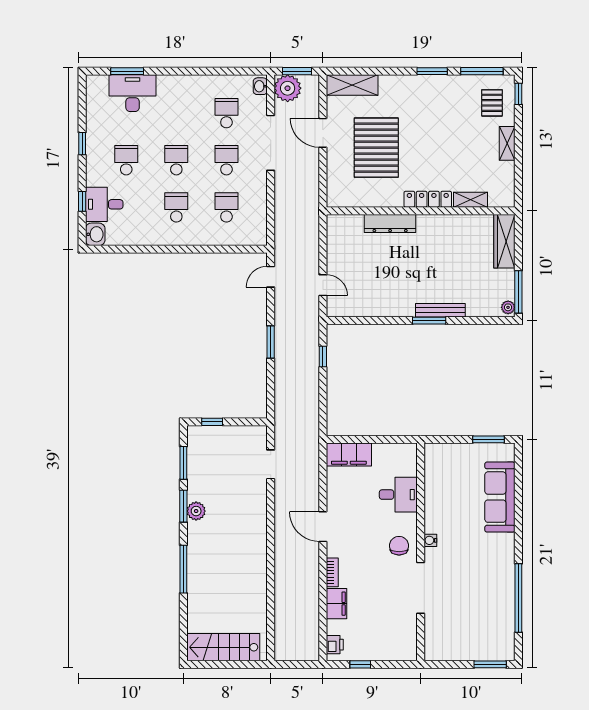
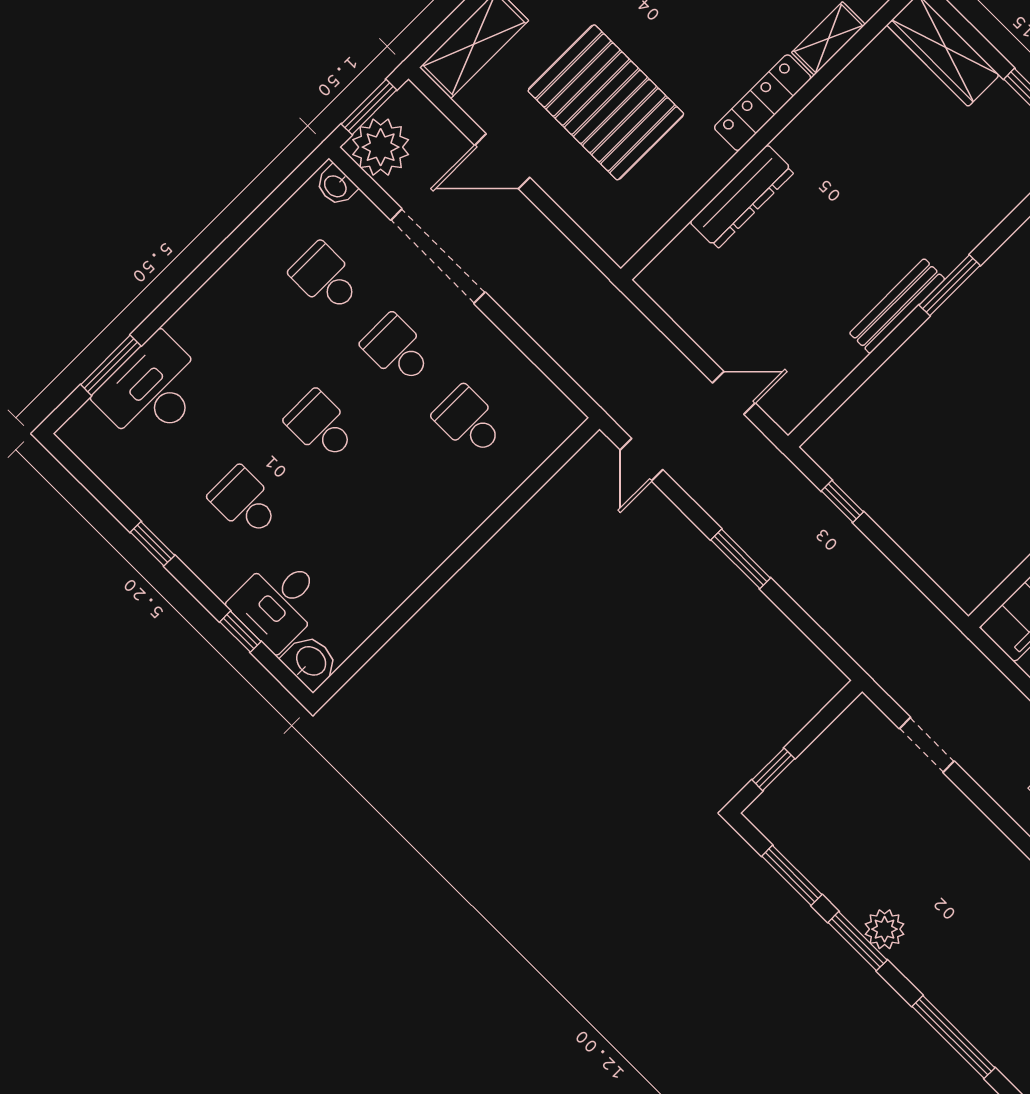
school desk: (176, 207) -> (393, 497), removed
bench: (440, 310) -> (897, 306), moved

